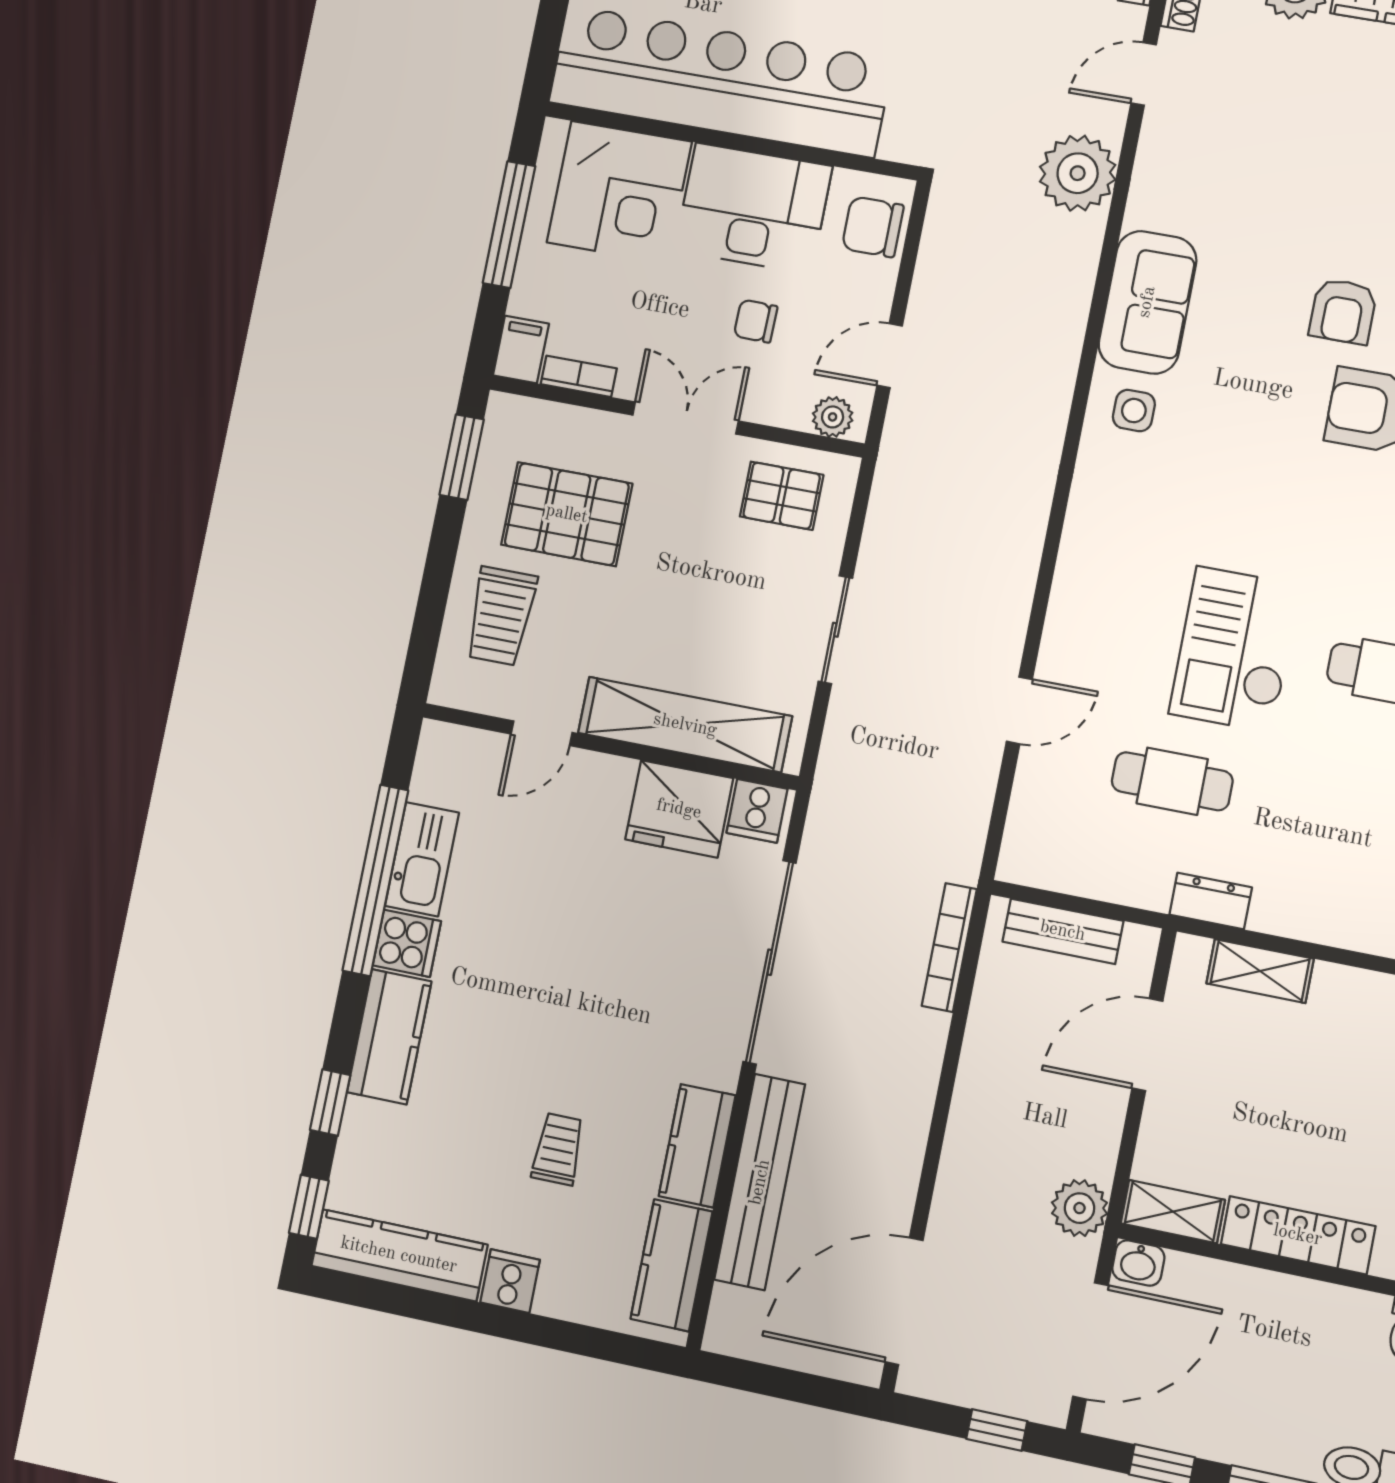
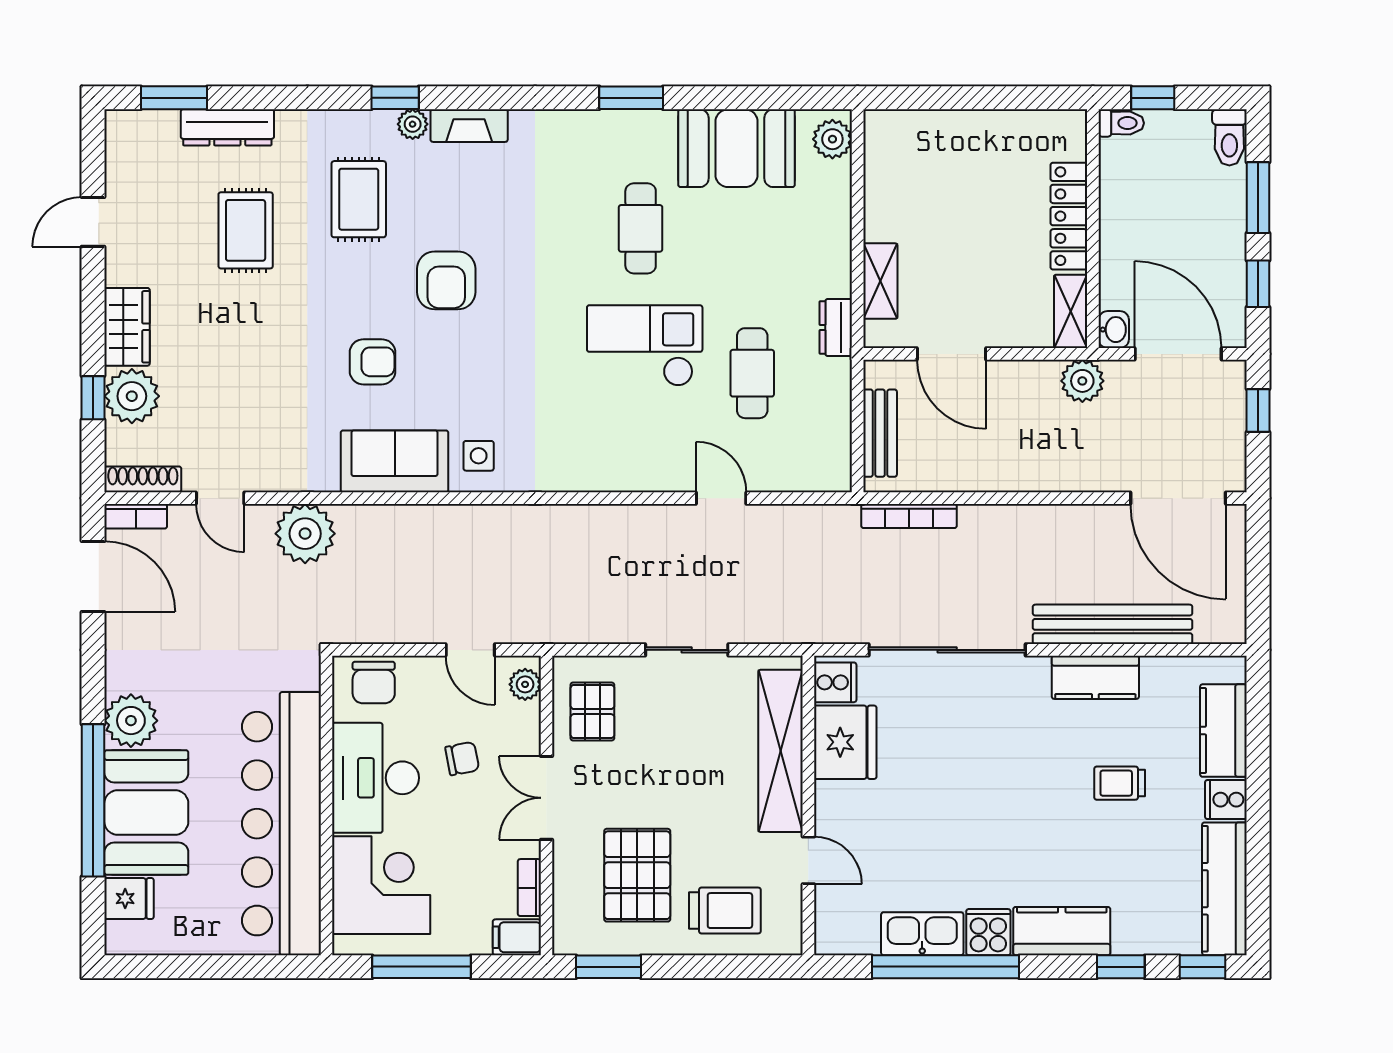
armchair: (1343, 311) -> (373, 362), moved
chair: (756, 321) -> (462, 759), turned -102
checkout: (1235, 649) -> (645, 346), turned 180
kitchen counter: (672, 1265) -> (1223, 731), moved, turned 90

